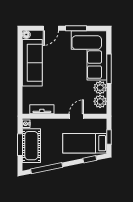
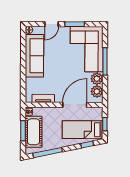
door: (76, 116) -> (75, 105), width x1.88

